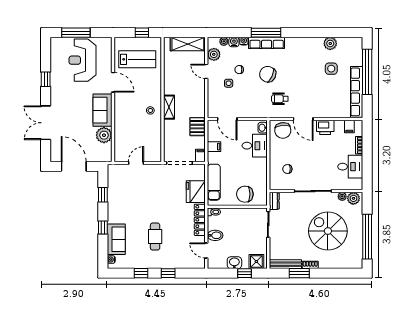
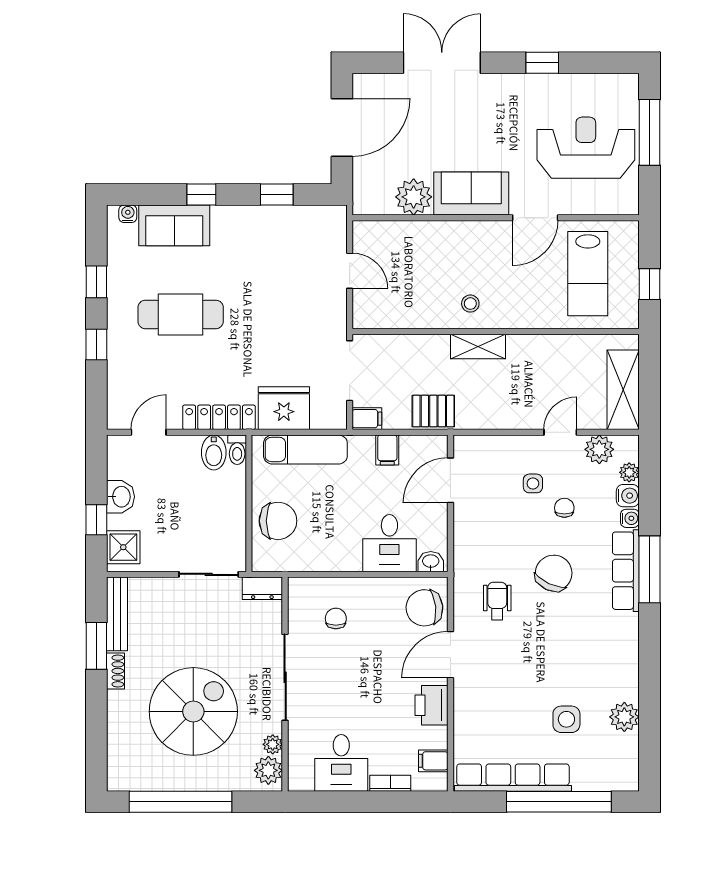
chair: (245, 194) -> (278, 521), turned 90
bidet: (215, 235) -> (214, 452), moved
cafe table: (155, 237) -> (181, 314), width x1.37, depth x1.35

